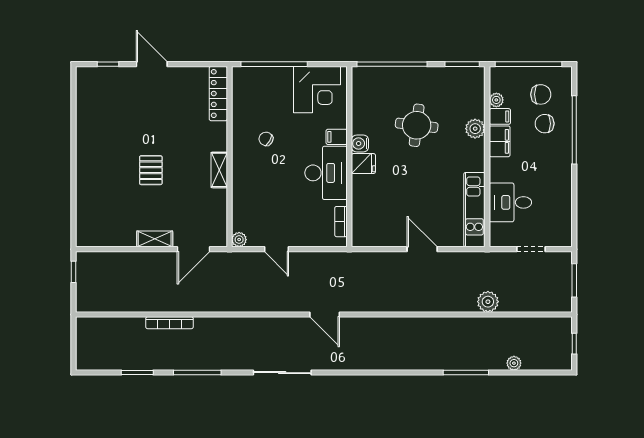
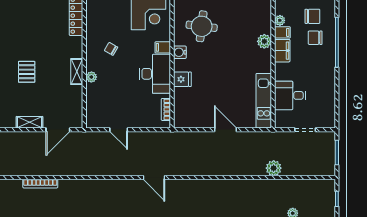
round table: (417, 125) -> (202, 26), moved
fridge: (363, 164) -> (182, 79), moved
plant: (239, 240) -> (91, 77), moved

